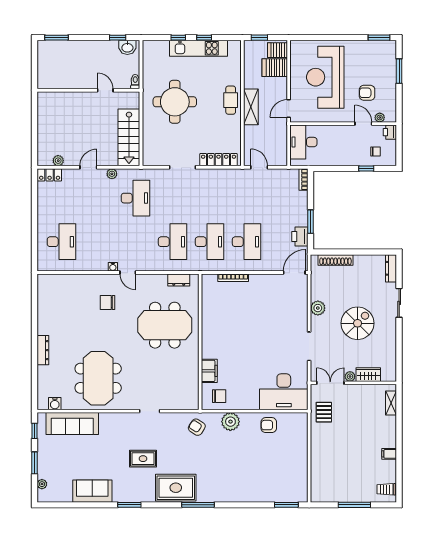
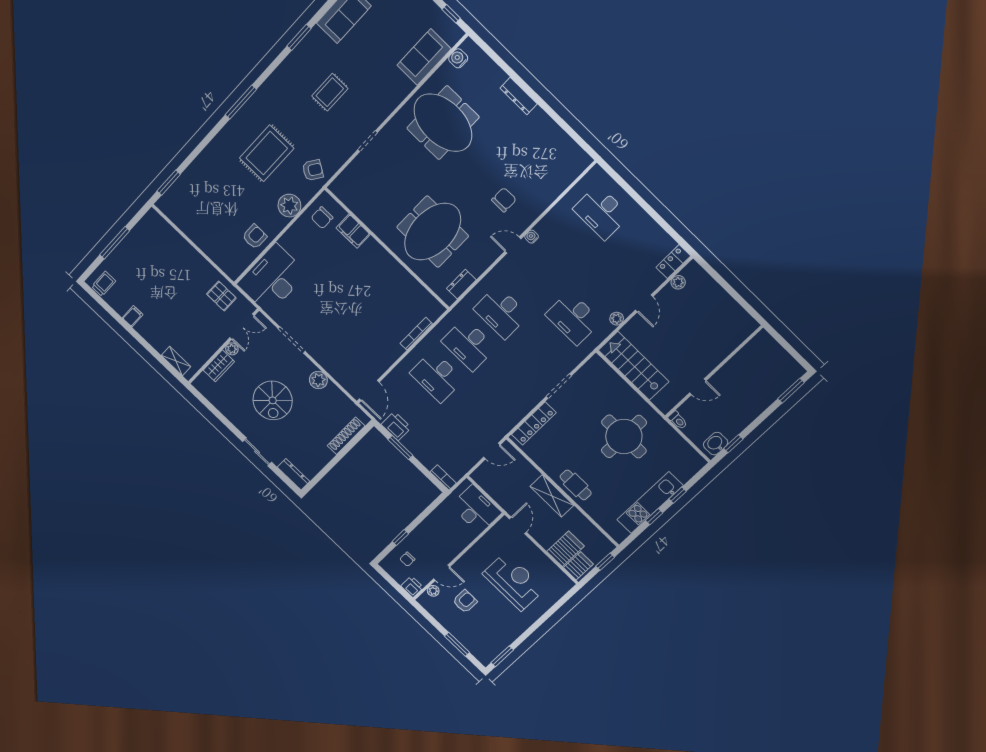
reception desk: (325, 77) -> (514, 581), width x0.74, depth x0.77
sofa: (72, 424) -> (424, 57), width x0.73
rug: (176, 488) -> (267, 153), moved

